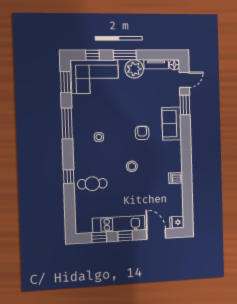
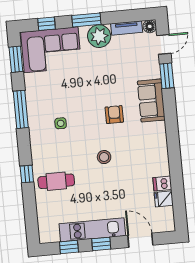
dishwasher: (176, 178) -> (162, 184), moved
fridge: (177, 222) -> (164, 199), moved

